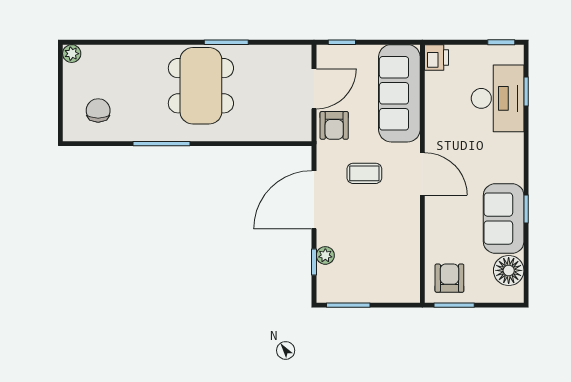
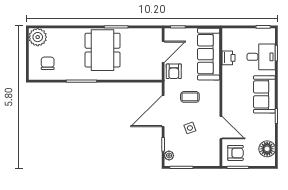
plant: (72, 54) -> (38, 37), width x1.88, depth x1.88
printer: (436, 58) -> (228, 58), moved
desk: (498, 98) -> (261, 57), width x0.73
door: (422, 174) -> (221, 128), moved
sofa: (504, 219) -> (264, 94), moved
side table: (364, 231) -> (190, 128), added
plant: (325, 255) -> (169, 155), moved
armchair: (449, 278) -> (235, 153), turned 90

